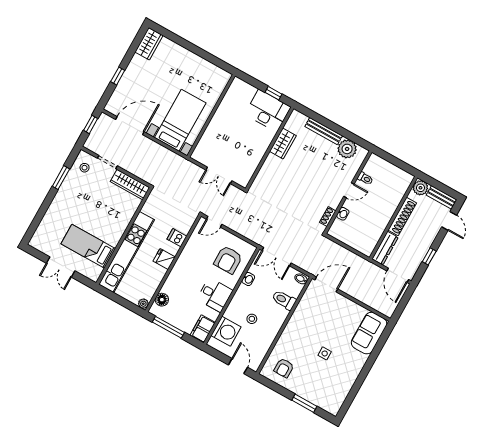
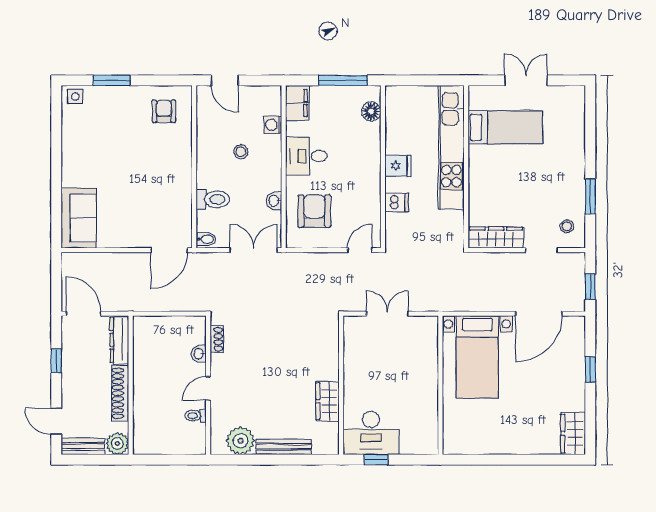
plant: (143, 304) -> (392, 93), removed
washing machine: (226, 331) -> (273, 125), width x0.53, depth x0.53
side table: (325, 353) -> (75, 97), moved

